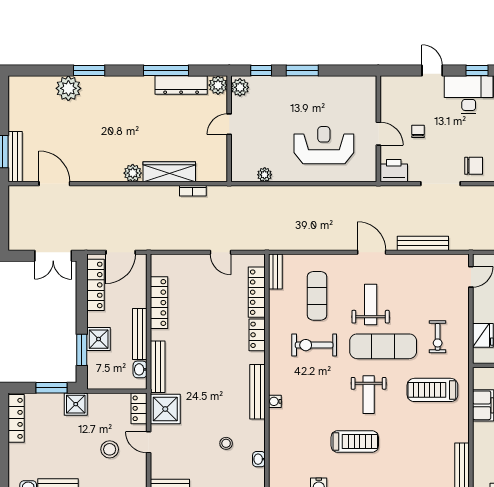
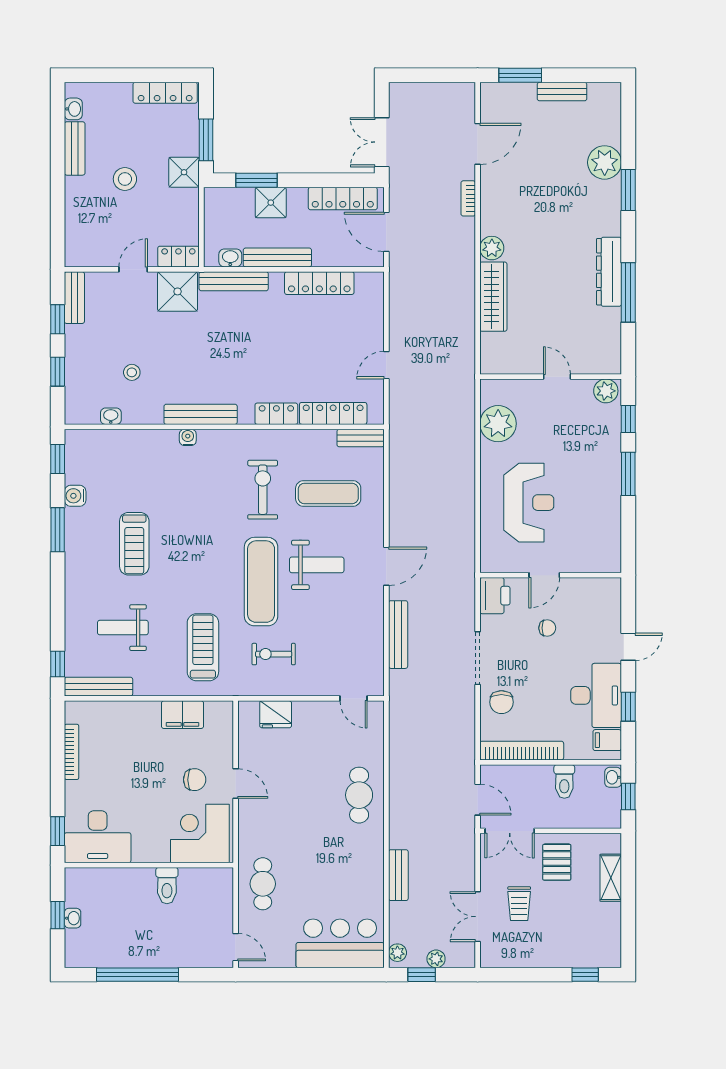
dresser: (181, 85) -> (609, 272), moved
plant: (218, 85) -> (609, 362), removed
bench: (15, 157) -> (562, 92), moved, width x0.73
plant: (265, 175) -> (498, 424), width x1.87, depth x1.87
bookcase: (193, 191) -> (468, 198), moved
weight bench: (369, 395) -> (123, 628), moved
stool: (110, 449) -> (125, 179), moved

